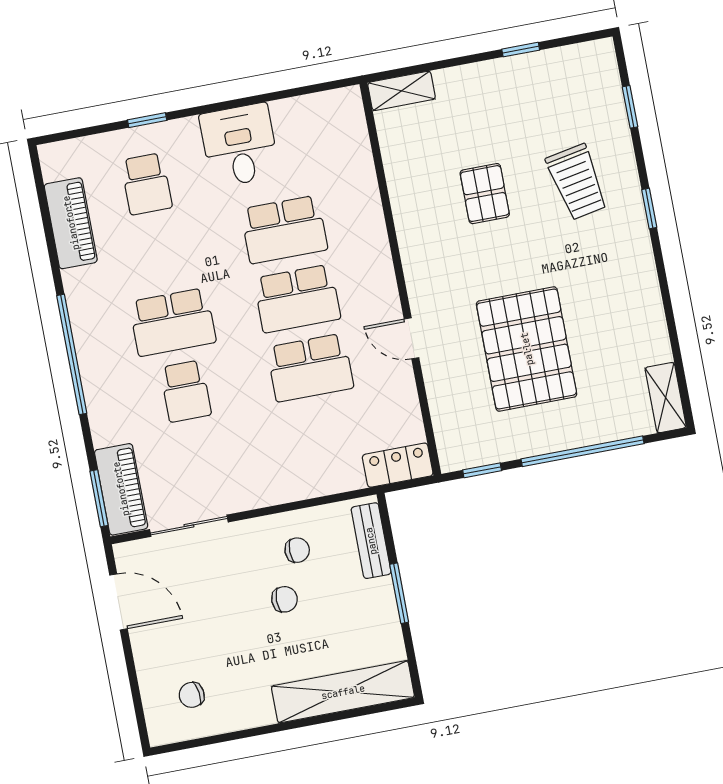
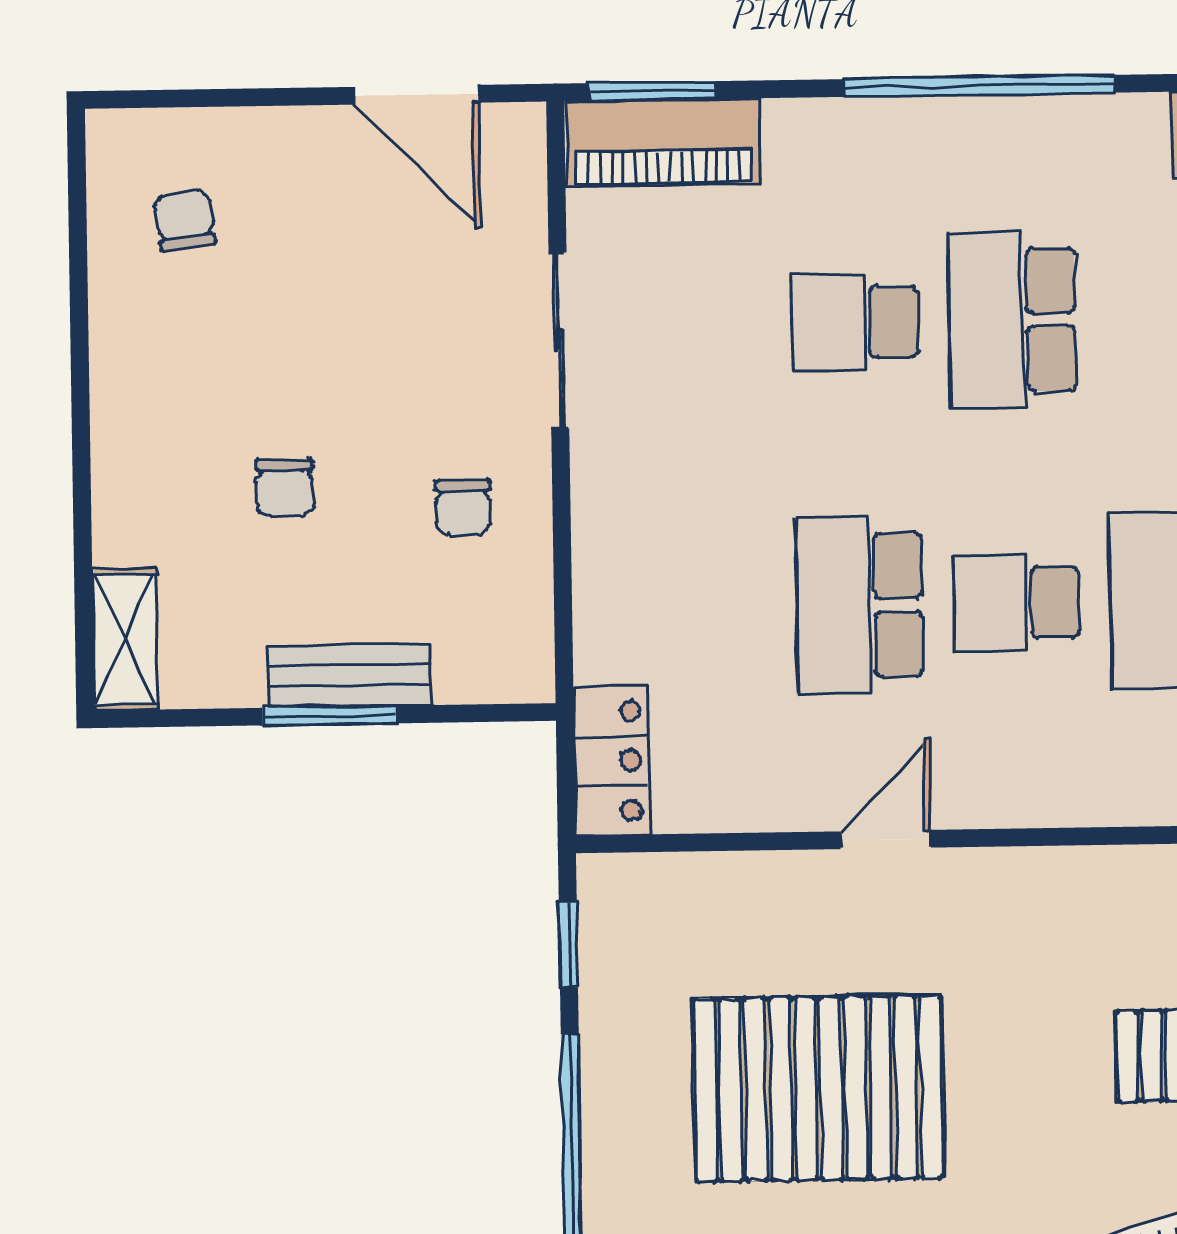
school desk: (297, 299) -> (1017, 603), width x0.54
sliding door: (189, 526) -> (559, 341), moved
bench: (371, 541) -> (350, 675), moved
chair: (284, 599) -> (285, 488), moved
door: (119, 602) -> (417, 95), hinge flipped
shelving: (343, 692) -> (125, 639), width x0.45, depth x0.75

